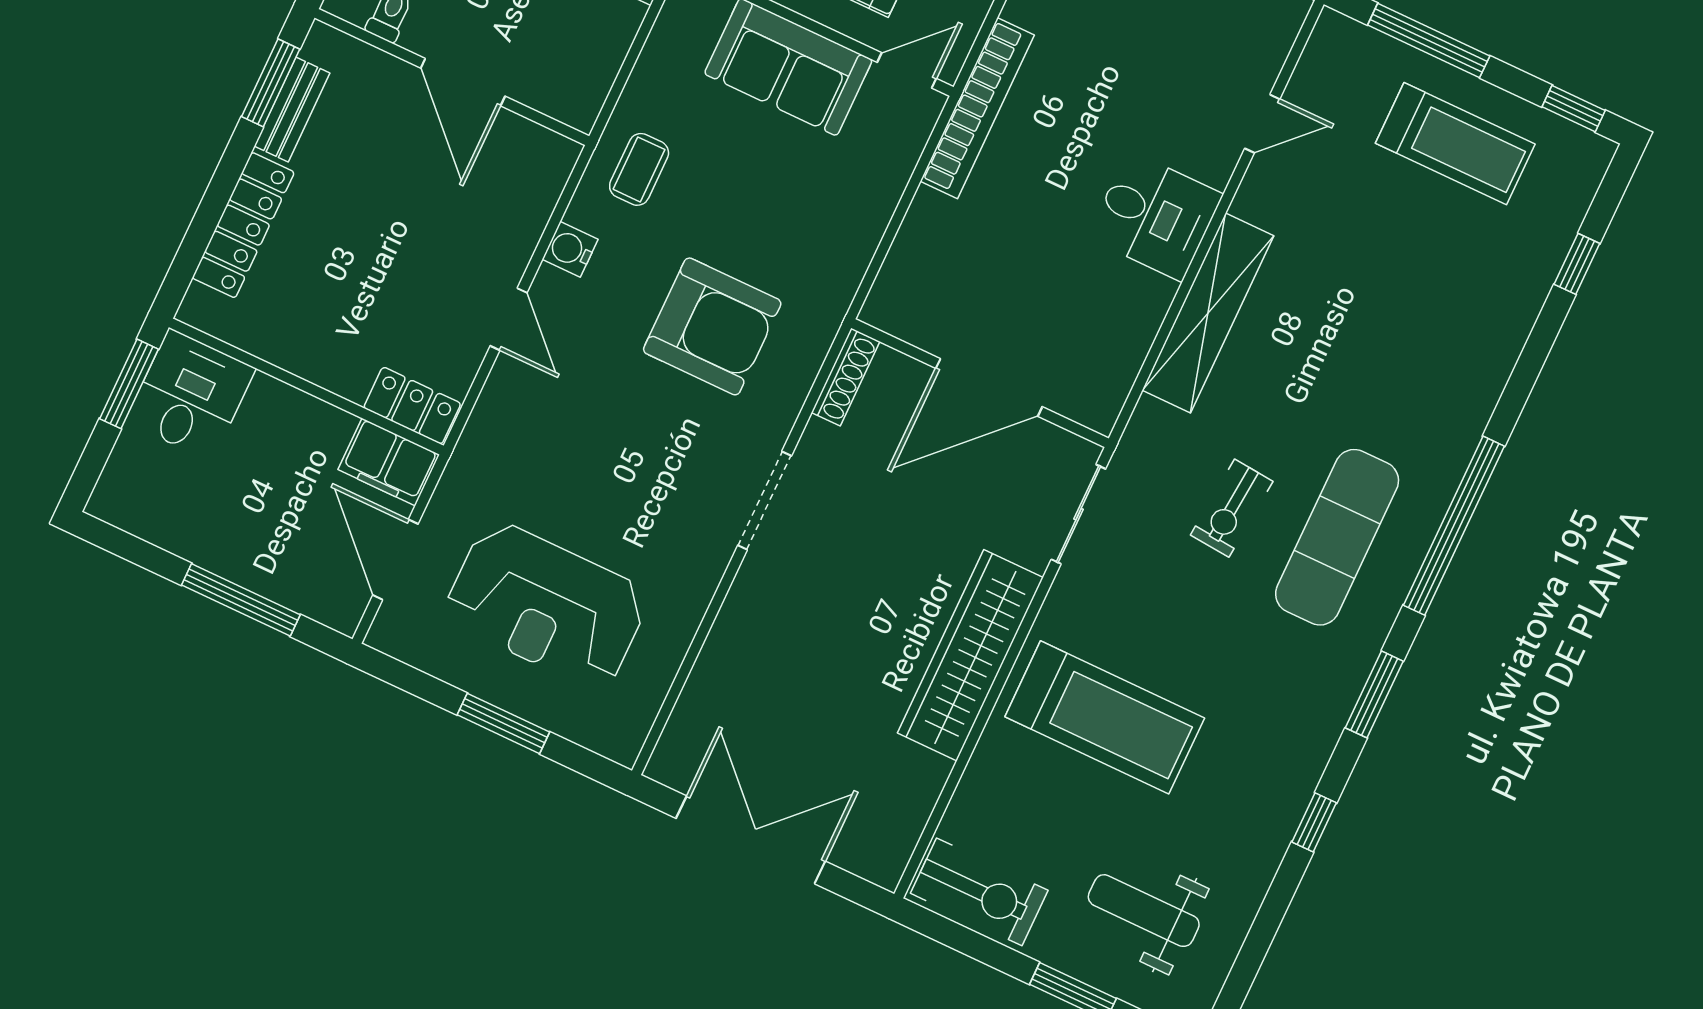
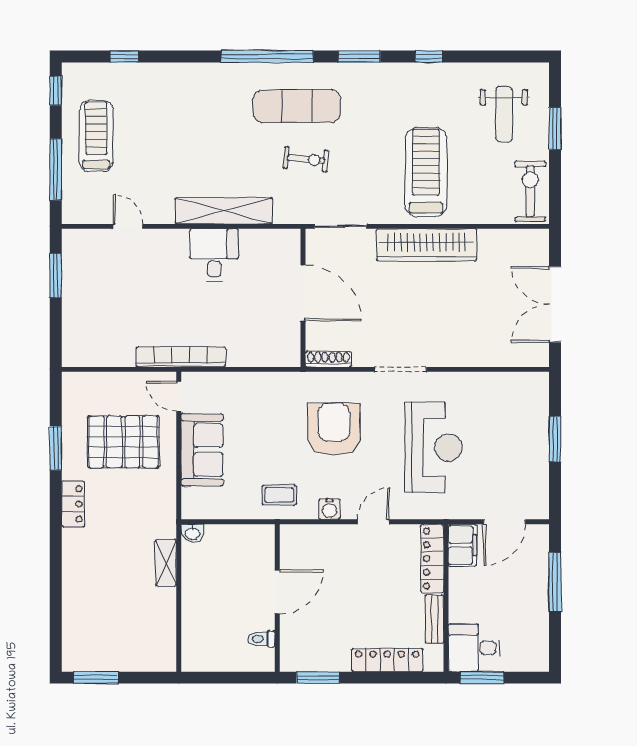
bench: (292, 110) -> (434, 619), moved, turned 90
desk: (1155, 216) -> (214, 255), moved
locker: (412, 406) -> (432, 559), width x1.53
reception desk: (546, 605) -> (434, 447), moved

